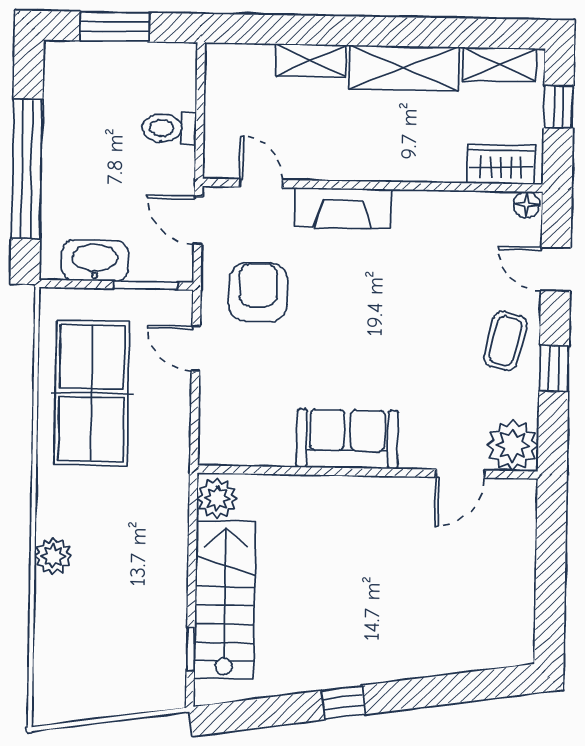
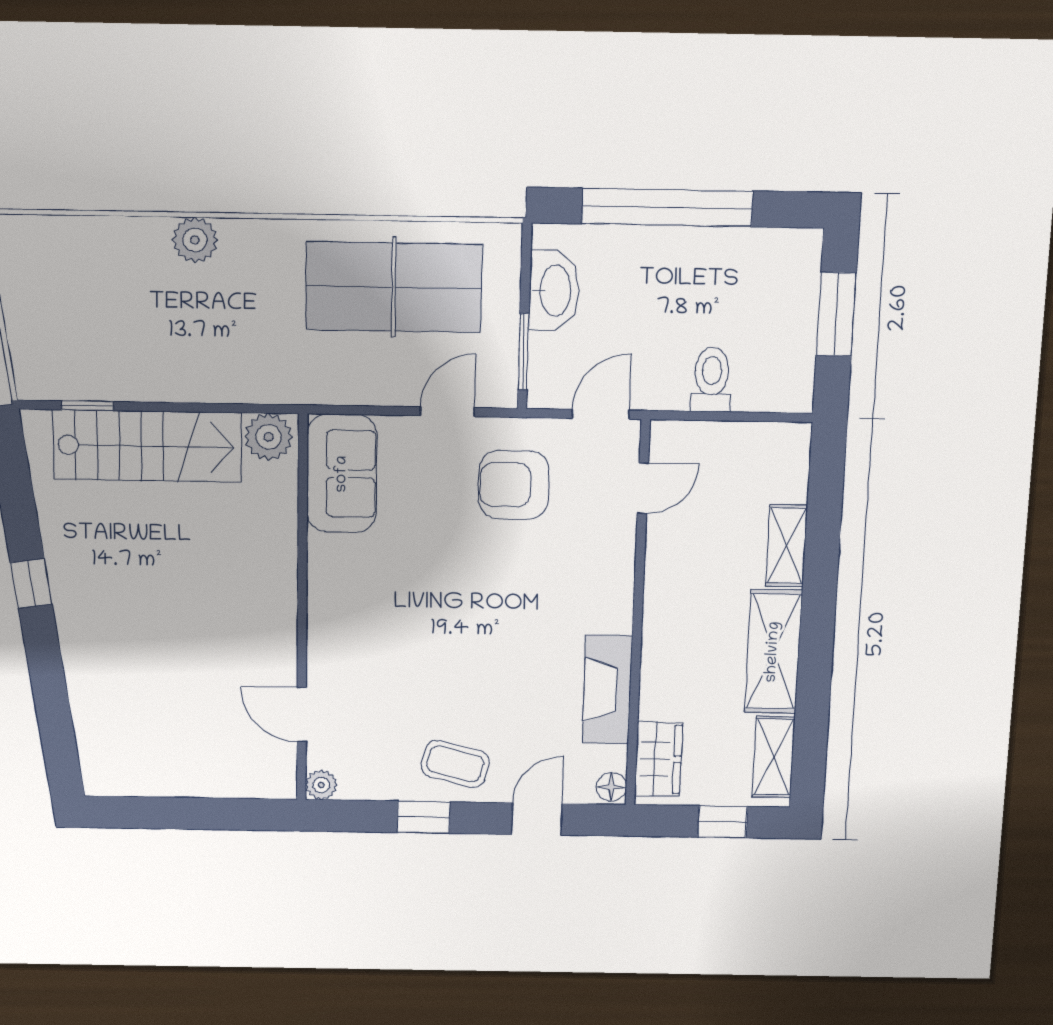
fireplace: (343, 208) -> (607, 690), moved
armchair: (258, 292) -> (514, 485), turned 180
sofa: (347, 439) -> (342, 474), moved
plant: (513, 445) -> (321, 785), width x0.53, depth x0.53

